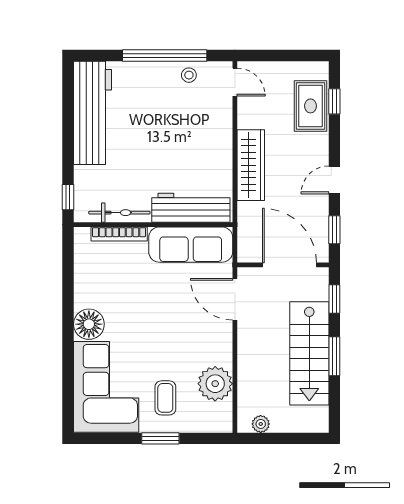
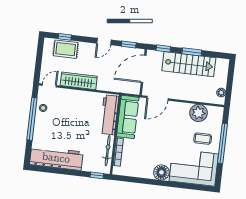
wardrobe: (251, 165) -> (79, 81), moved
door: (334, 180) -> (104, 42), hinge flipped
window: (160, 438) -> (223, 143), width x2.11

